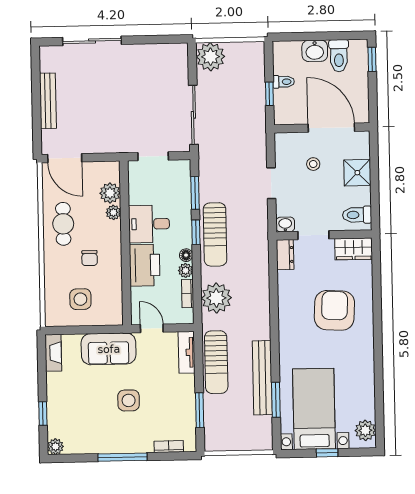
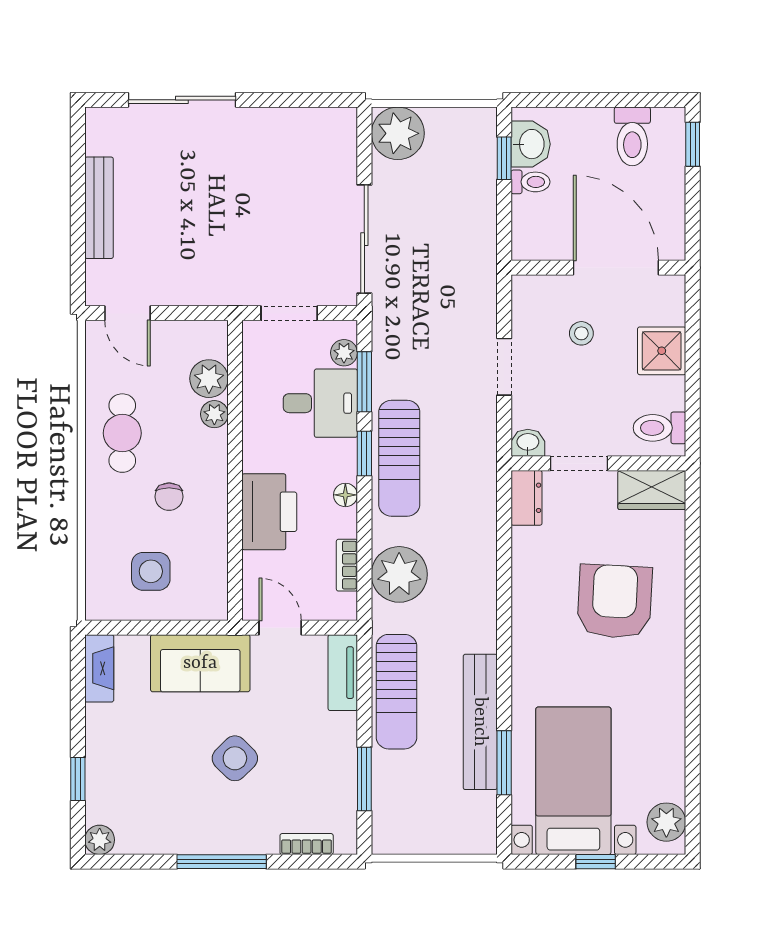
washbasin: (315, 51) -> (531, 144), moved, turned -90
window: (269, 94) -> (504, 158), moved
door: (65, 158) -> (127, 313), width x0.73
desk: (149, 224) -> (320, 403), moved, turned 180
plant: (186, 270) -> (344, 353), moved
side table: (129, 400) -> (235, 758), turned 45

